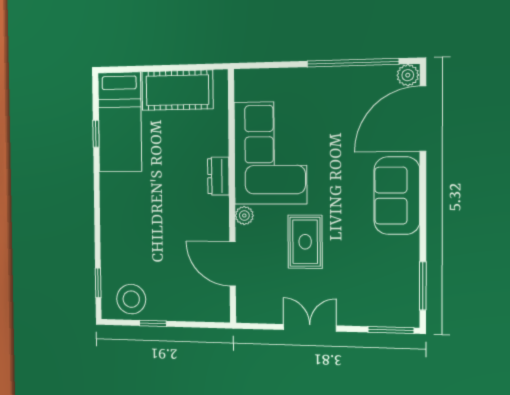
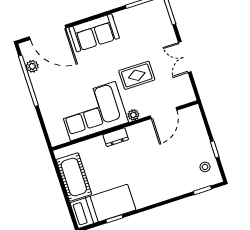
plant: (408, 75) -> (32, 66), moved
stool: (131, 299) -> (205, 167), width x0.53, depth x0.53

